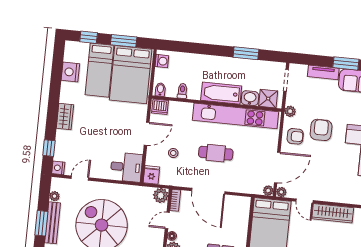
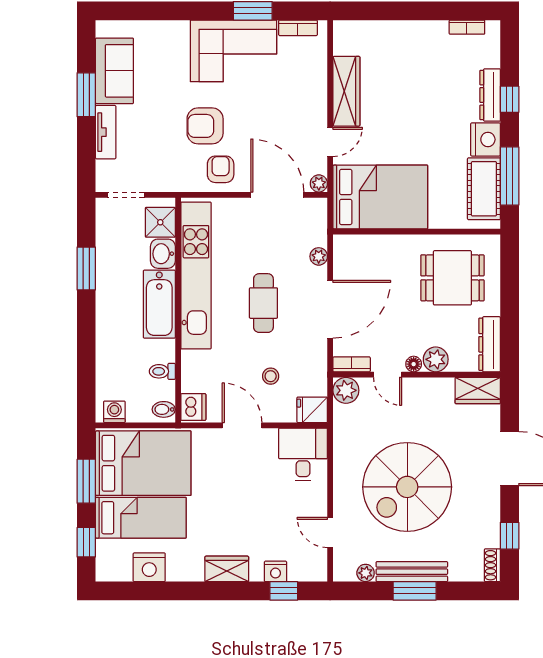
plant: (290, 111) -> (178, 182), removed
nightstand: (58, 168) -> (275, 571), moved
plant: (268, 191) -> (319, 256), moved

